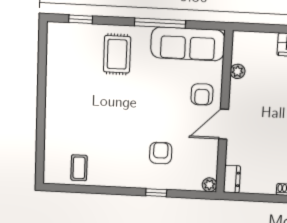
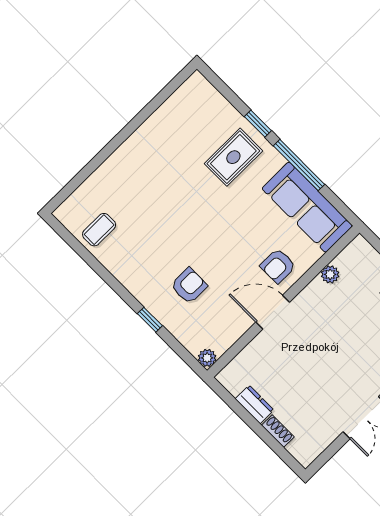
window: (81, 19) -> (258, 124), moved
dresser: (232, 179) -> (254, 404), moved, turned -90

